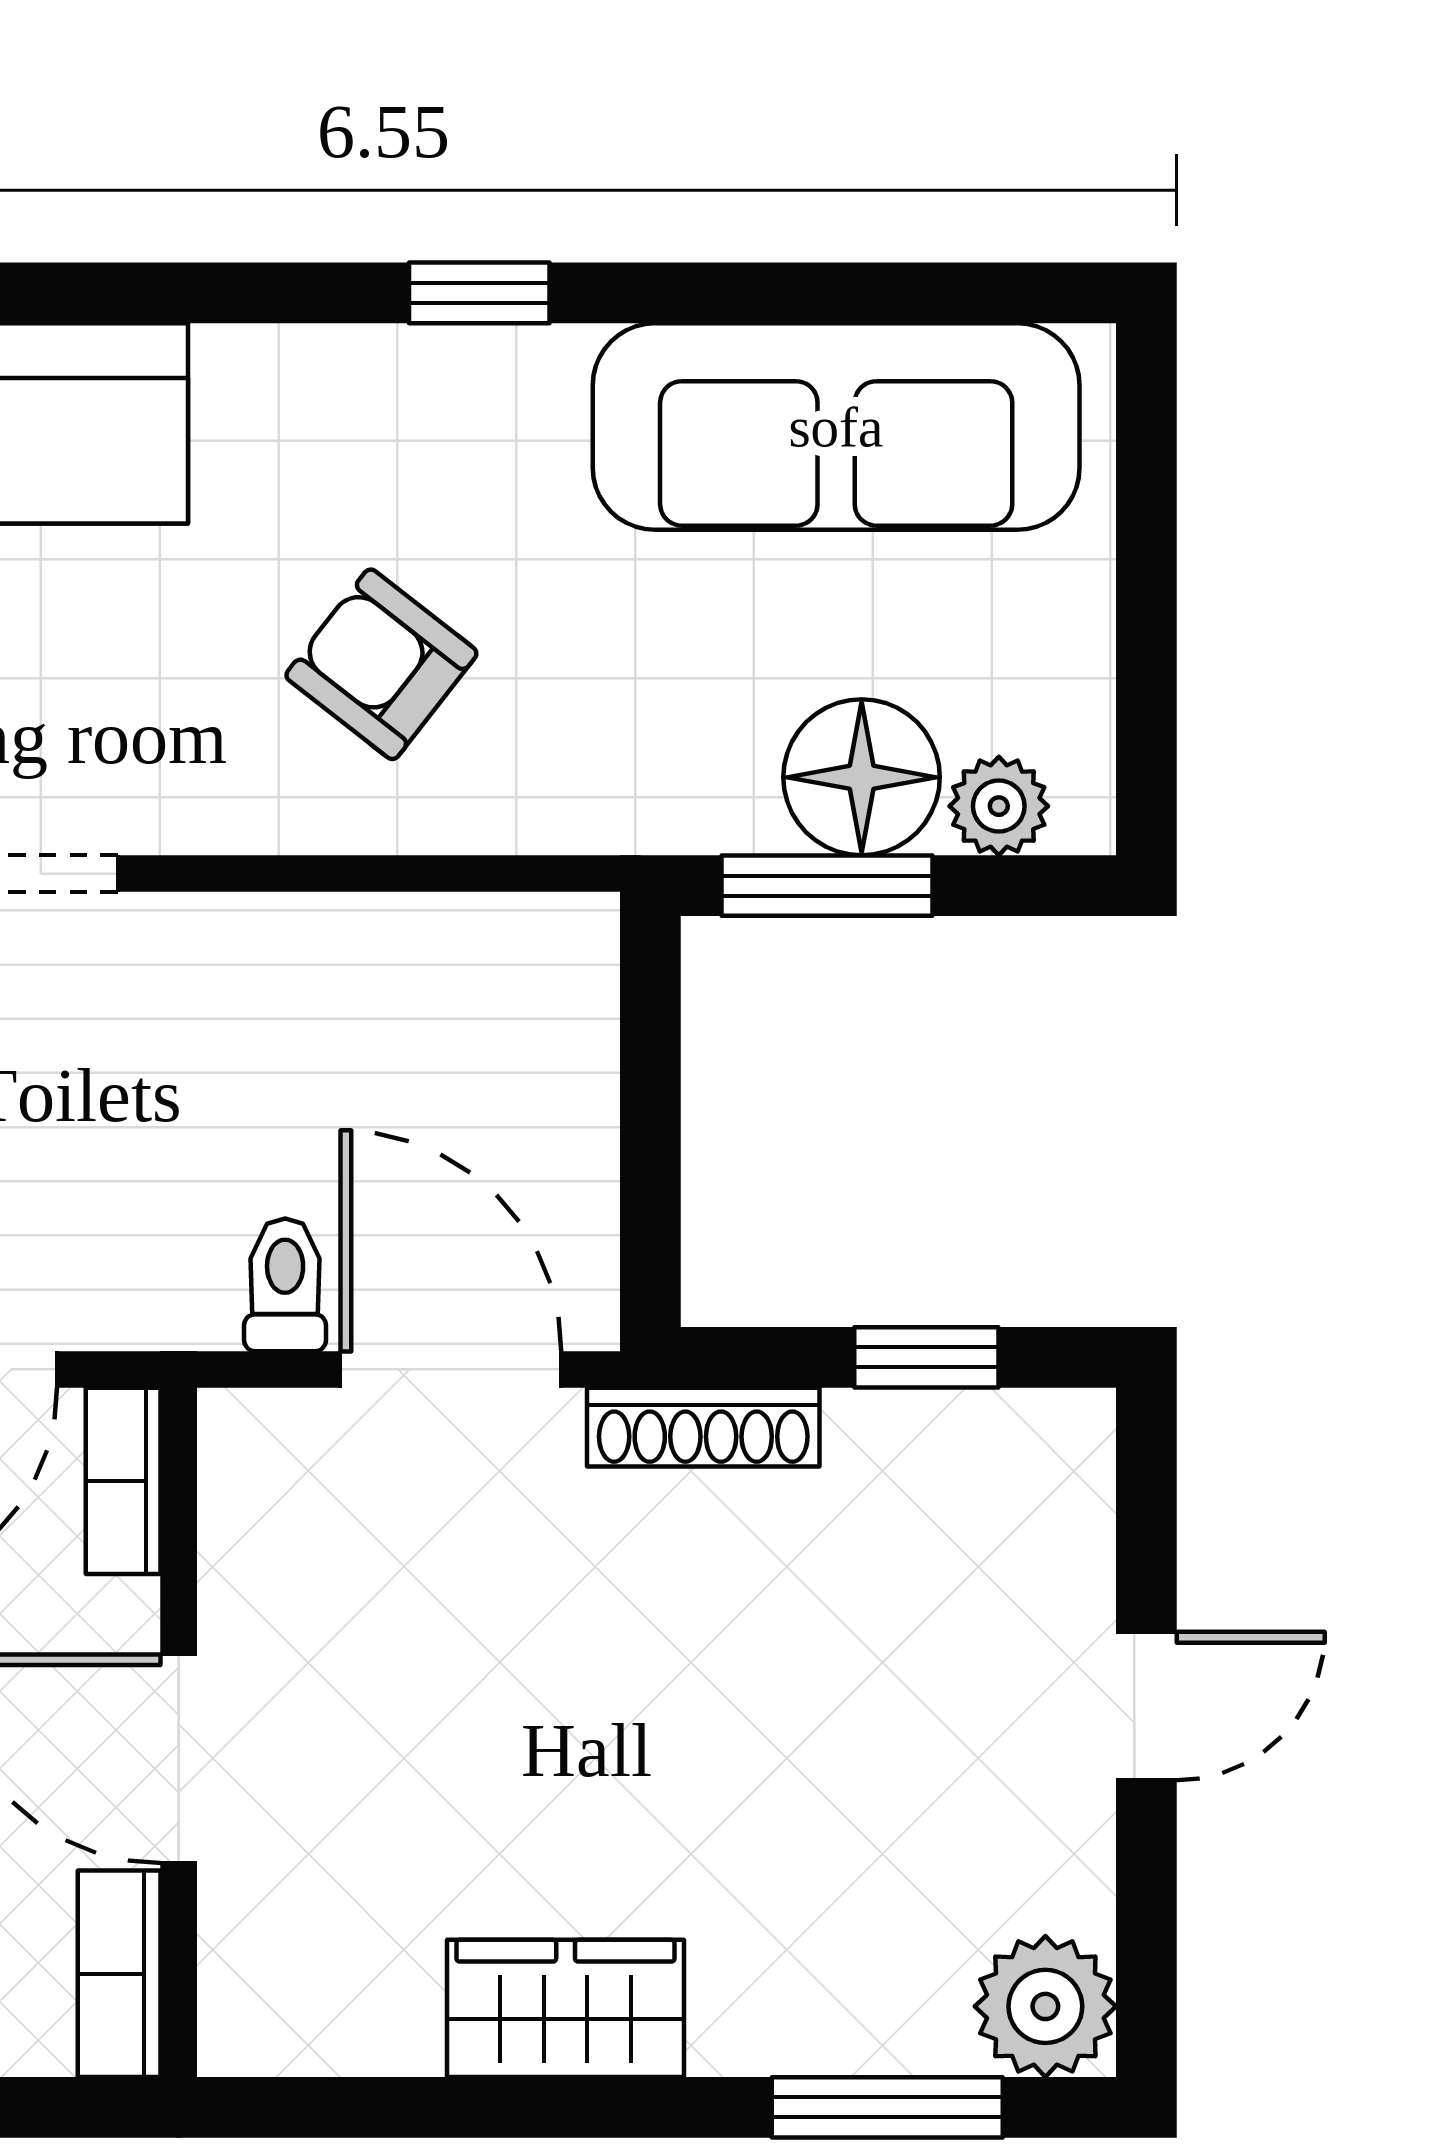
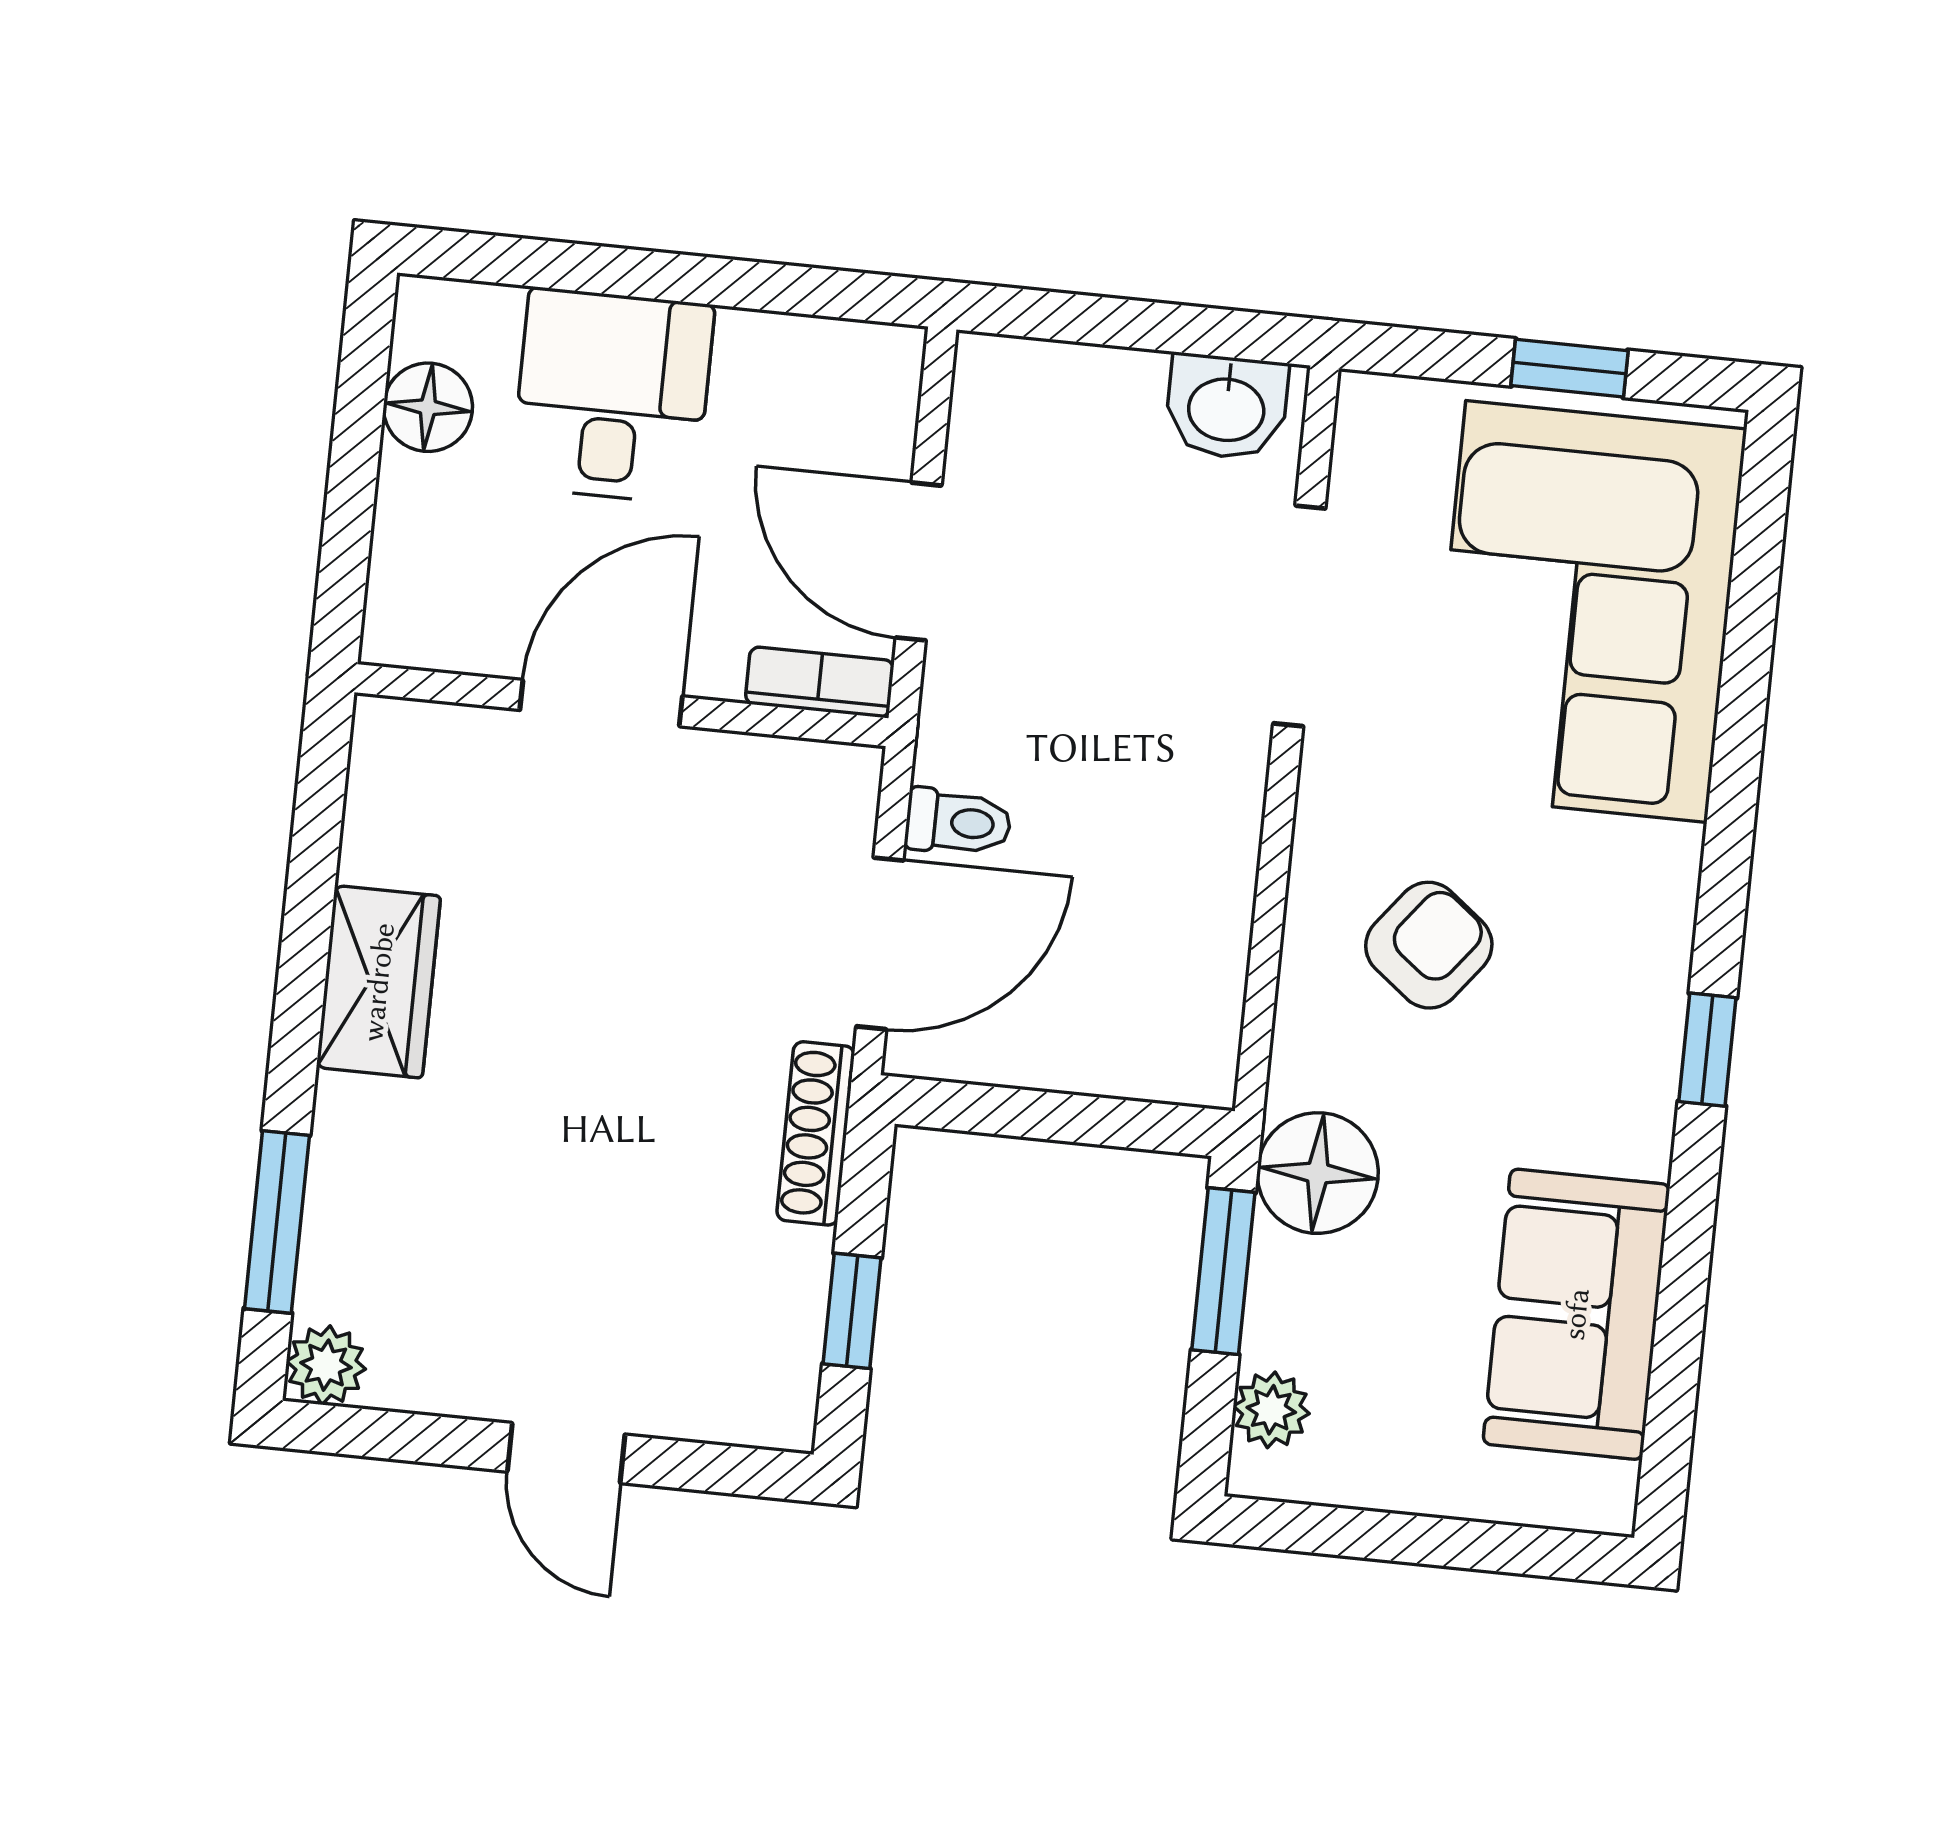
sofa: (836, 427) -> (1576, 1314), width x0.73
floor lamp: (862, 777) -> (1318, 1173), moved
bookcase: (119, 1974) -> (440, 640), removed
plant: (1045, 2006) -> (326, 1365), width x0.73, depth x0.73

